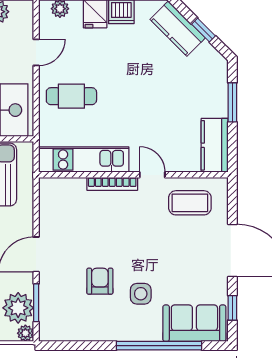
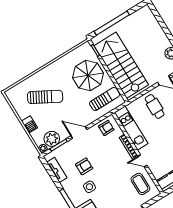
door: (152, 175) -> (142, 161), swing flipped
armchair: (57, 202) -> (106, 128), added
tv unit: (77, 332) -> (57, 170), added

